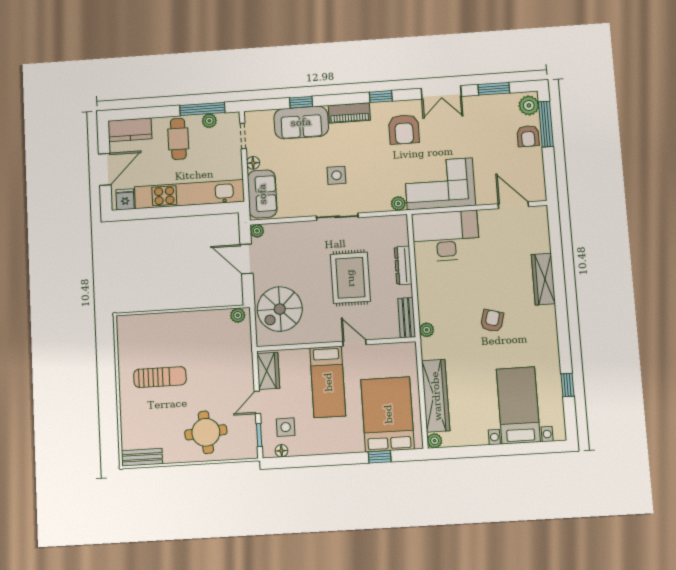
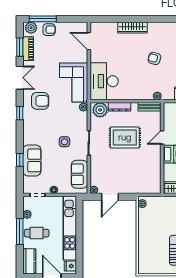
window: (202, 109) -> (20, 232), moved
piano: (349, 113) -> (28, 49), moved
sofa: (262, 194) -> (79, 174), moved, turned -90
door: (513, 205) -> (89, 41), hinge flipped
plant: (395, 232) -> (100, 110), added
spiral stairs: (280, 309) -> (140, 179), removed

